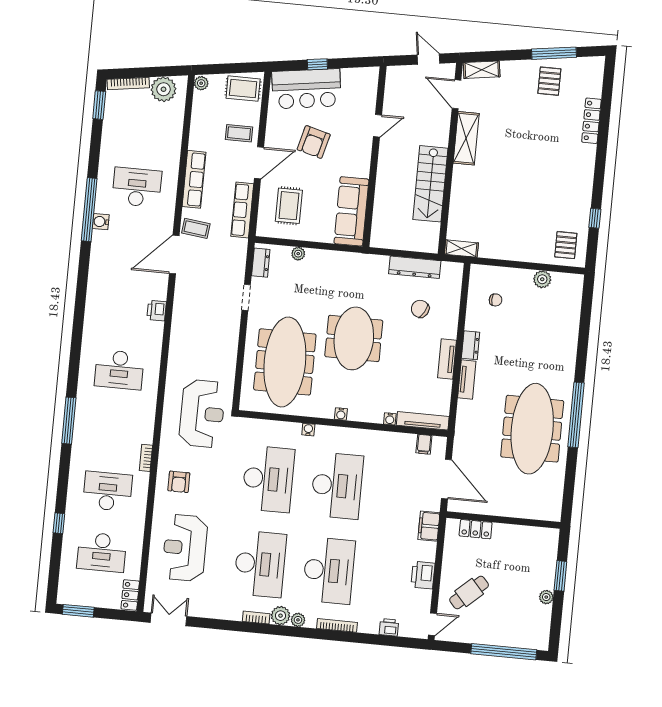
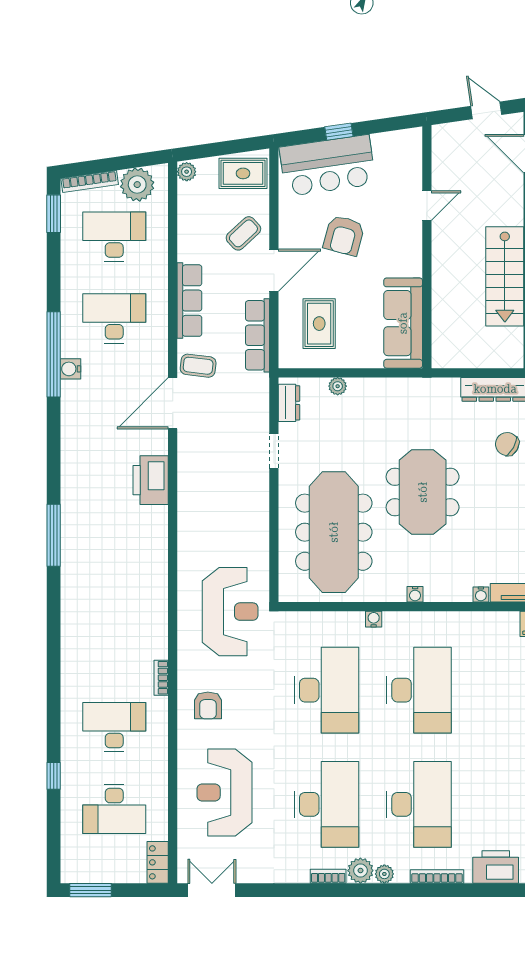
coffee table: (239, 133) -> (243, 233), turned -43
printer: (157, 311) -> (151, 480), width x1.87, depth x1.48
desk: (119, 370) -> (114, 237), moved, turned 180
window: (69, 421) -> (54, 535), moved
printer: (389, 627) -> (496, 867), width x1.87, depth x1.48

